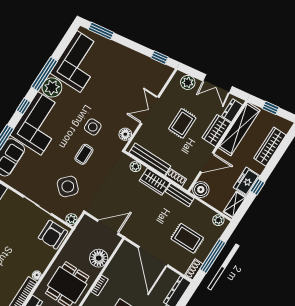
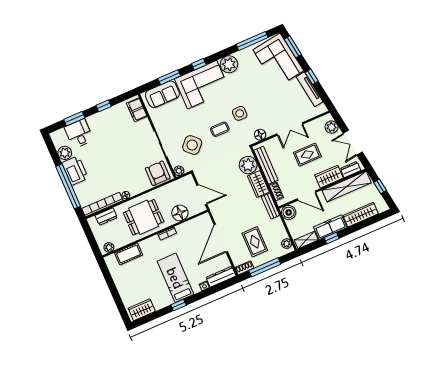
window: (159, 57) -> (312, 77), moved
tv unit: (143, 61) -> (310, 89), added
corner sofa: (79, 62) -> (278, 60), moved, turned 82
window: (44, 74) -> (252, 41), moved
double door: (150, 110) -> (290, 129), swing flipped
plant: (135, 166) -> (248, 165), width x1.88, depth x1.88
freezer: (247, 182) -> (330, 227), width x1.40
armchair: (53, 235) -> (158, 173), turned 90

